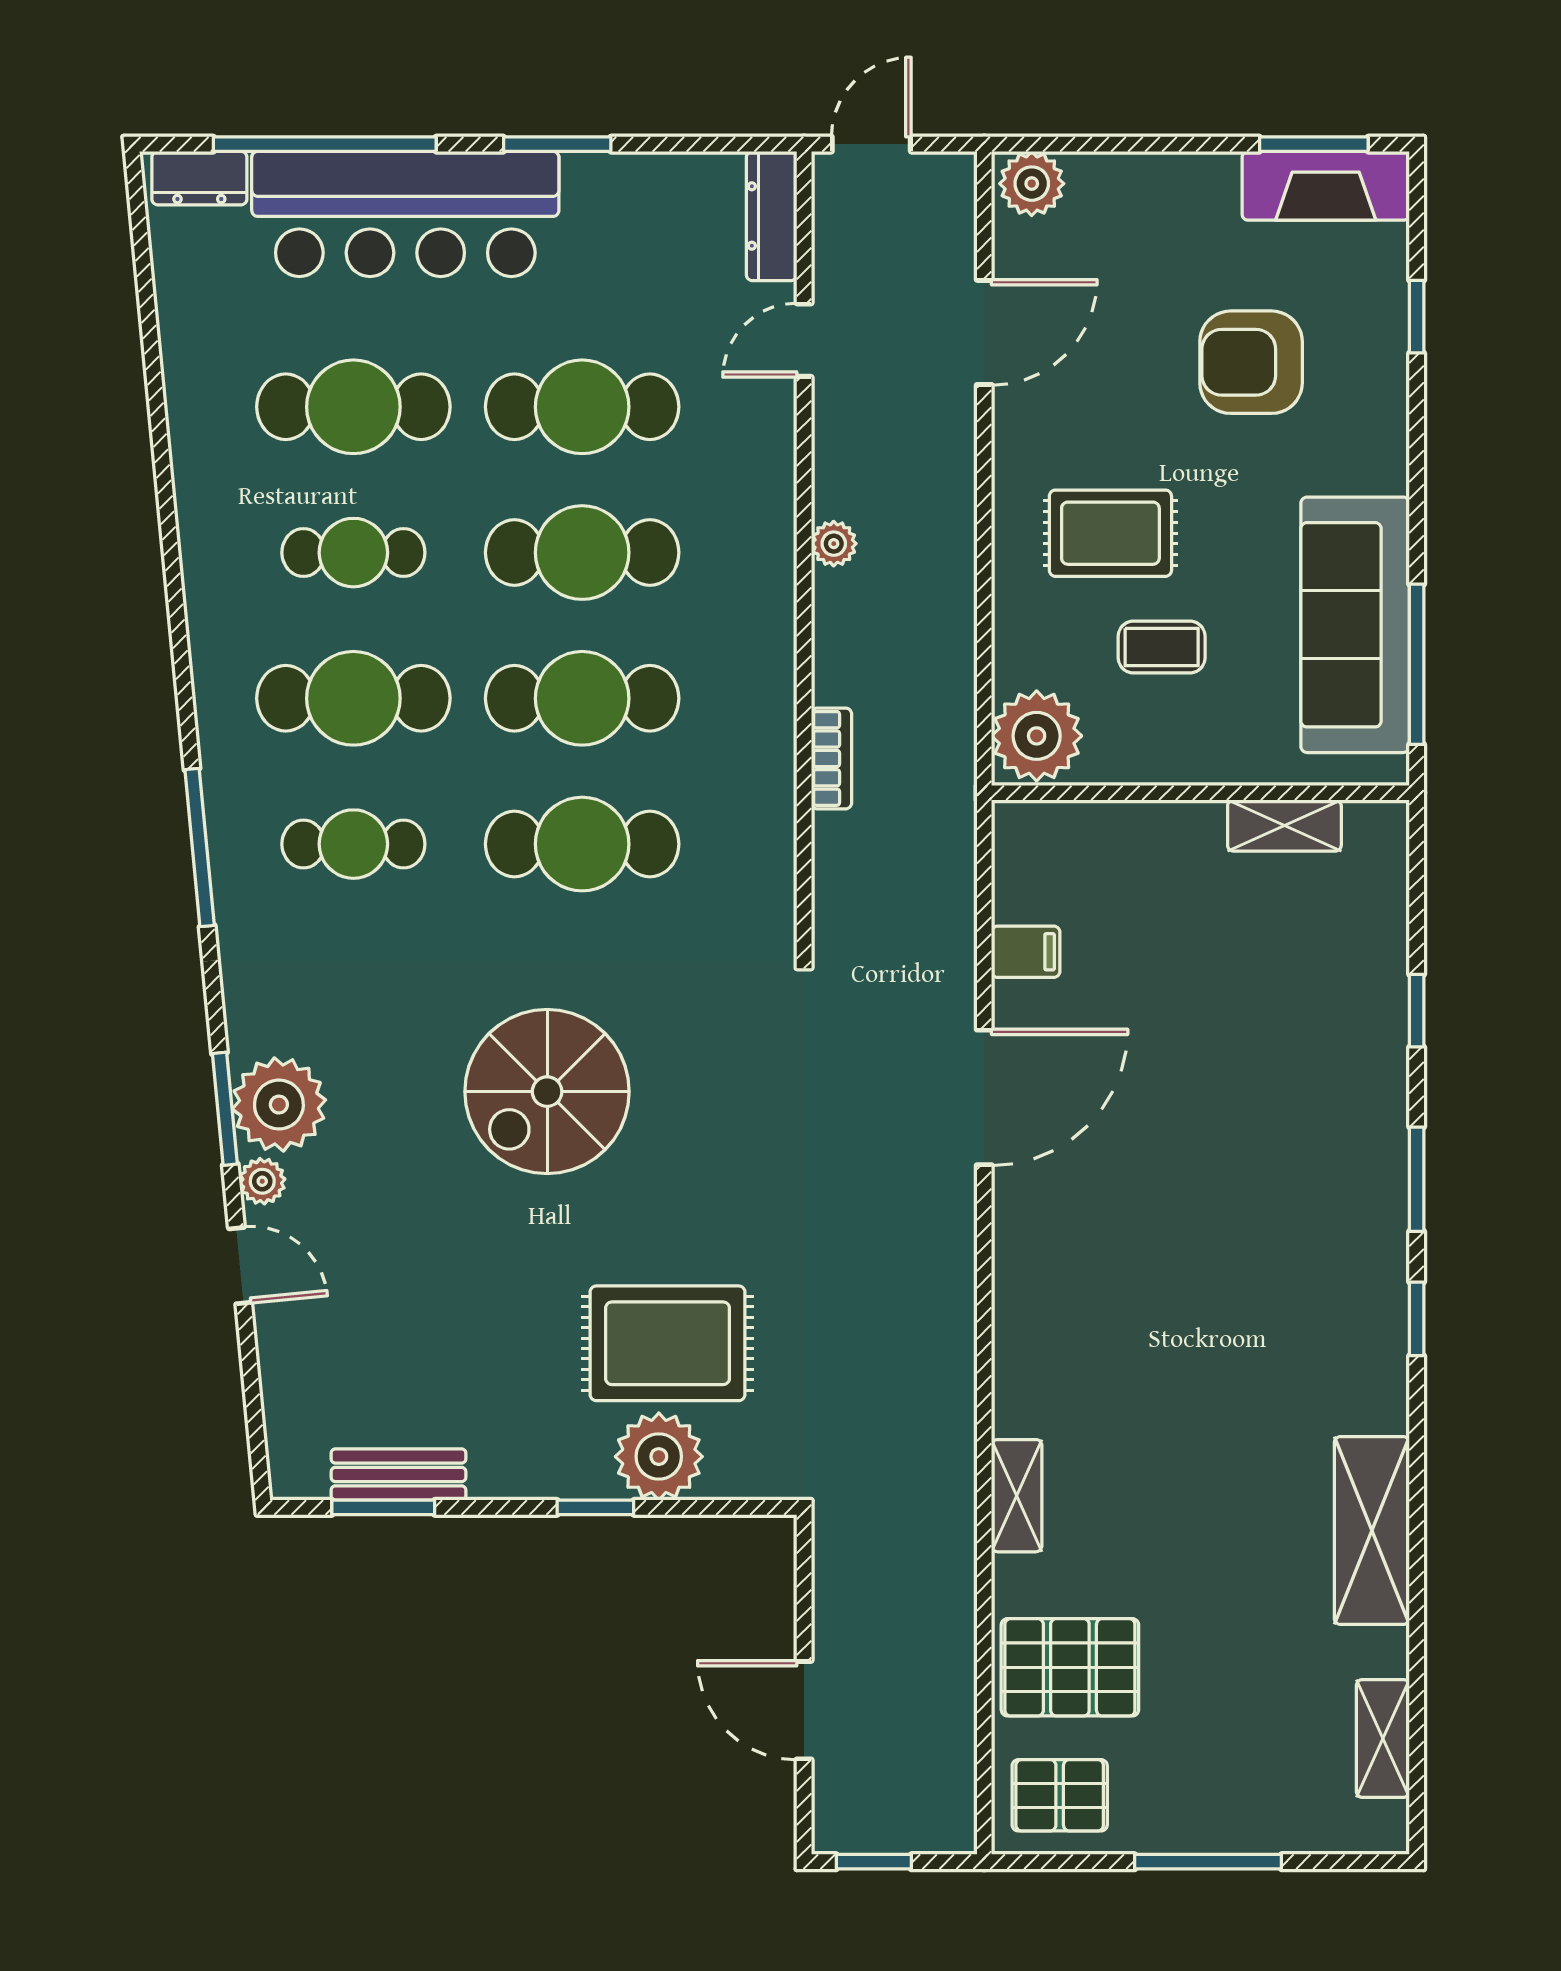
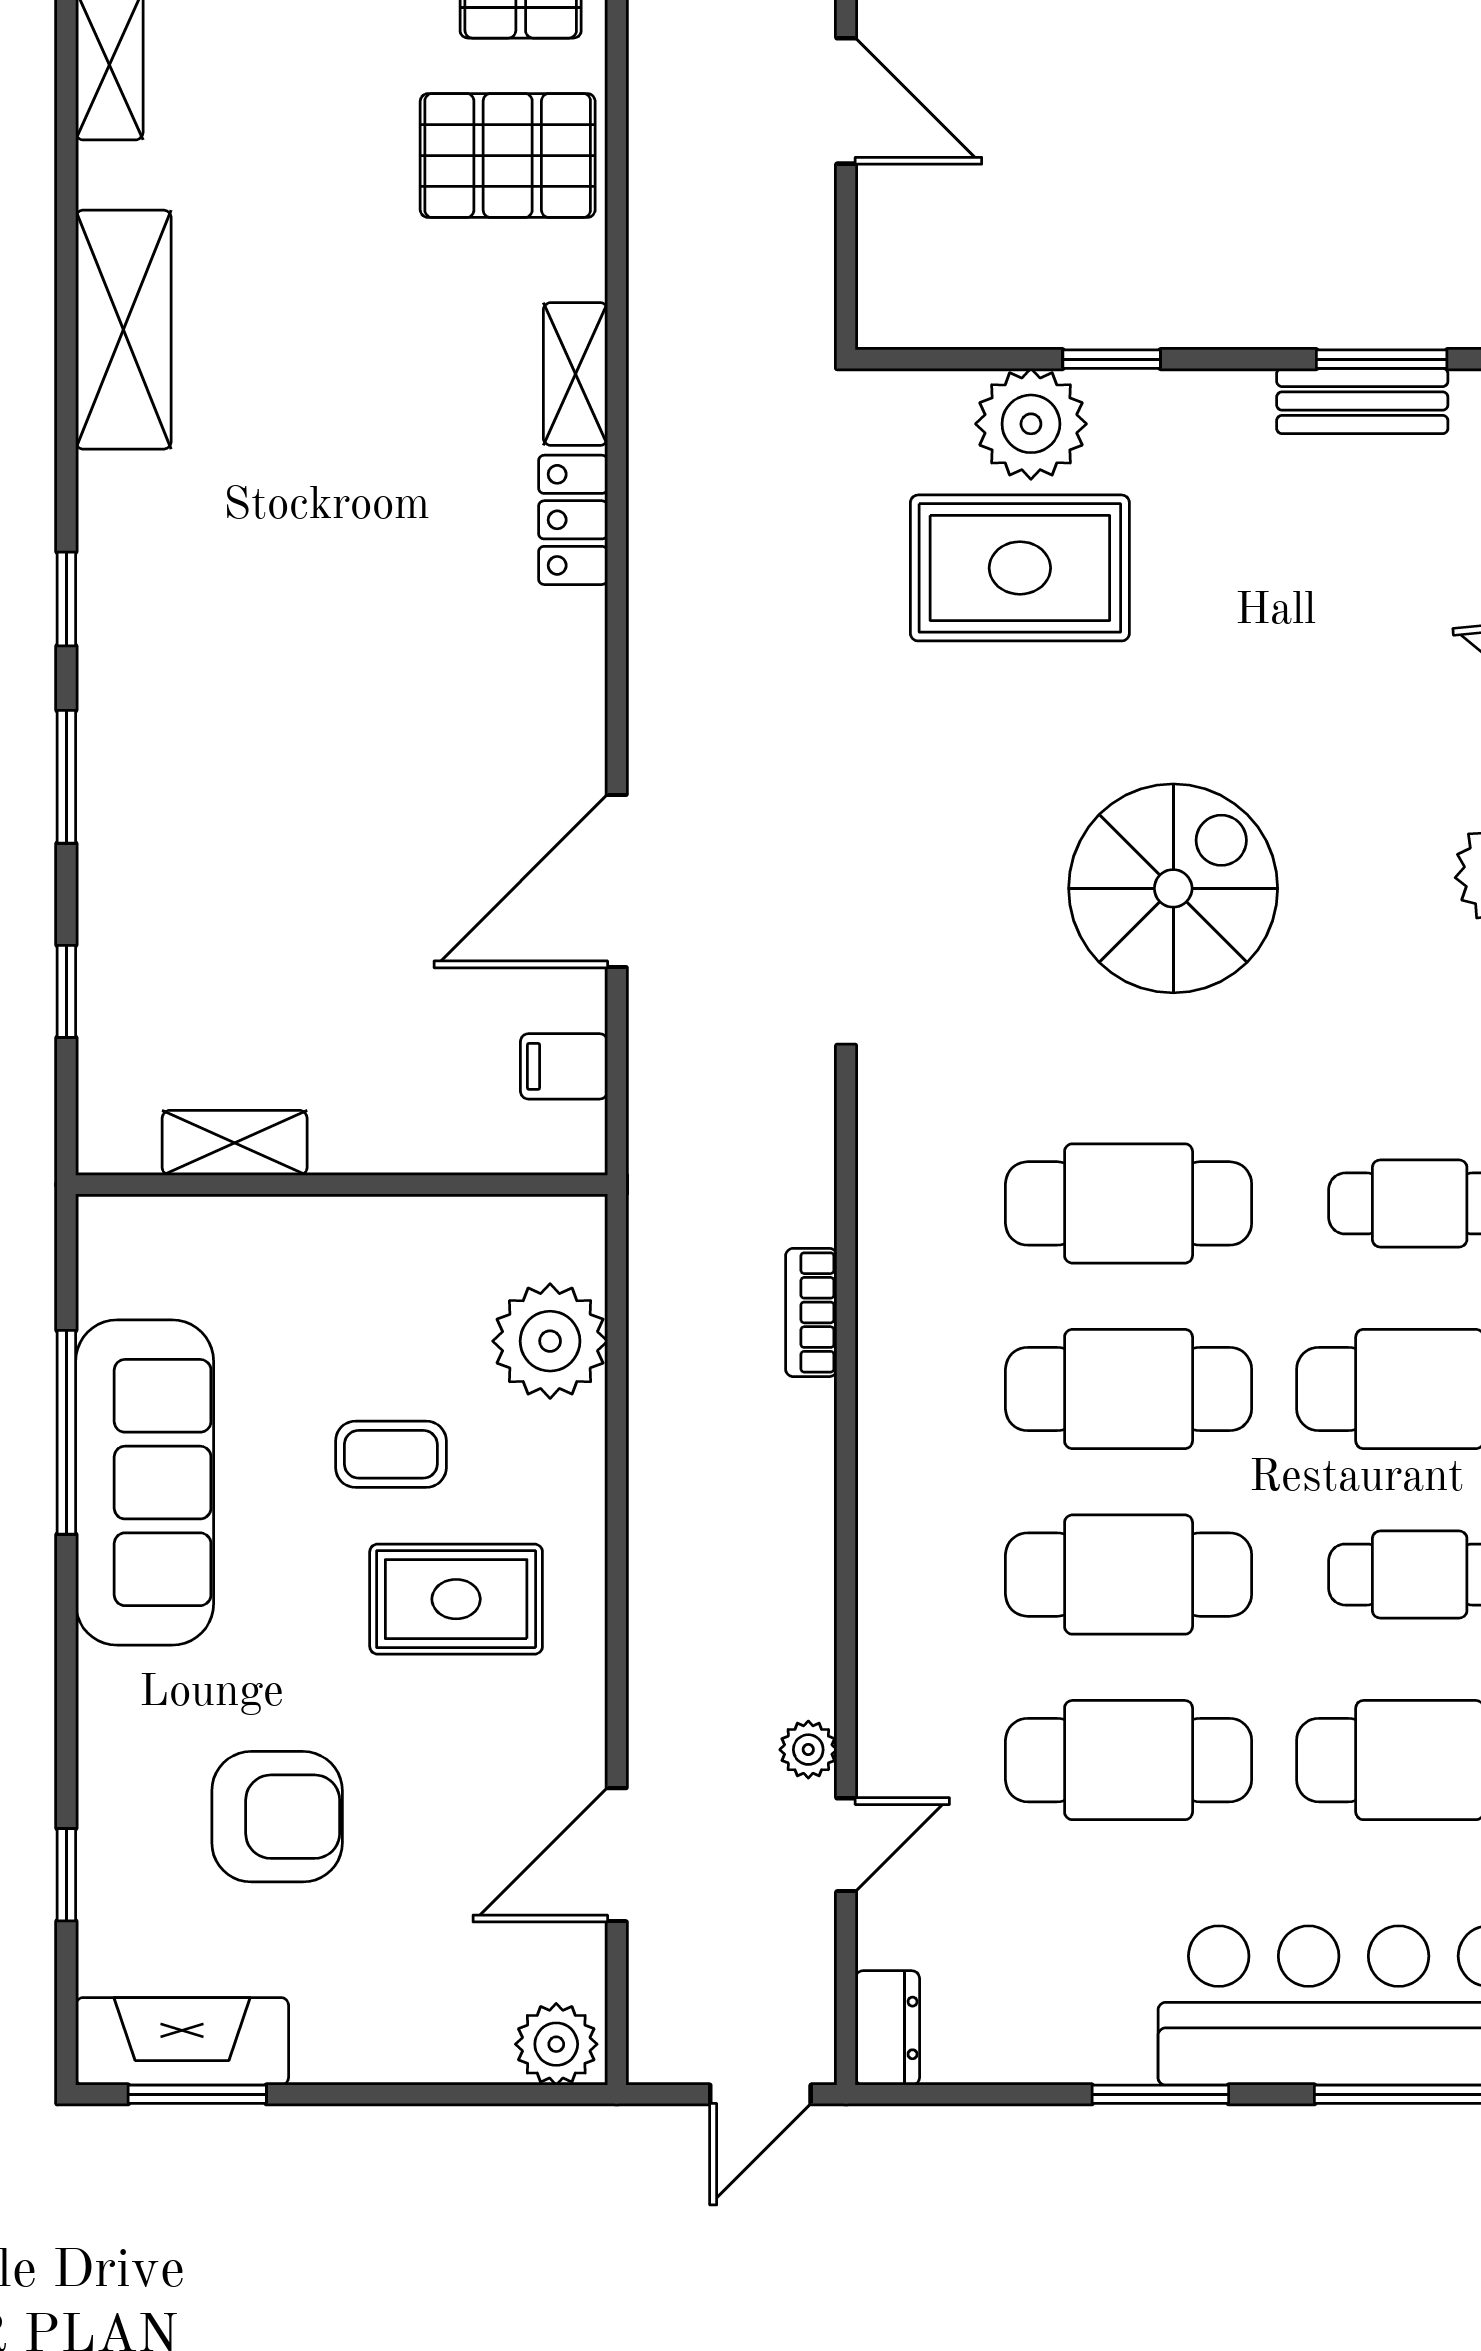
dresser: (772, 216) -> (887, 2028), width x0.70
plant: (834, 544) -> (808, 1750), moved
wall: (1200, 793) -> (342, 1185), moved
shelving: (1284, 826) -> (235, 1143), moved
locker: (1019, 1381) -> (573, 520), added

